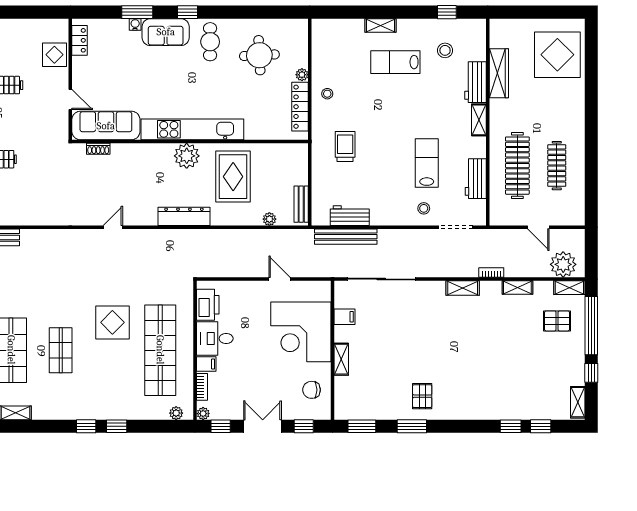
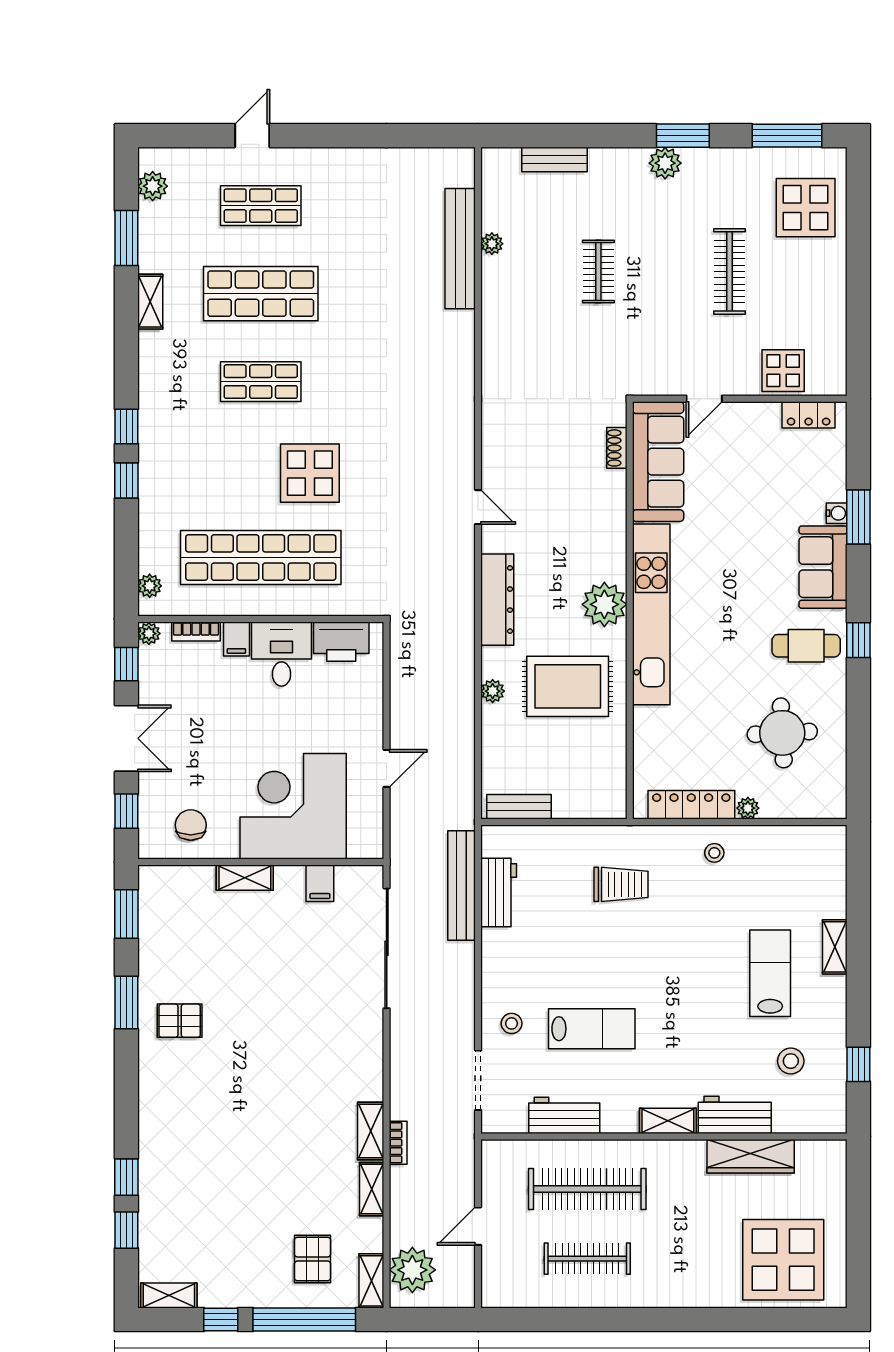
window: (187, 12) -> (858, 640), moved
plant: (269, 219) -> (493, 691), moved
door: (113, 227) -> (478, 507), moved
shelving: (463, 288) -> (371, 1131), moved

